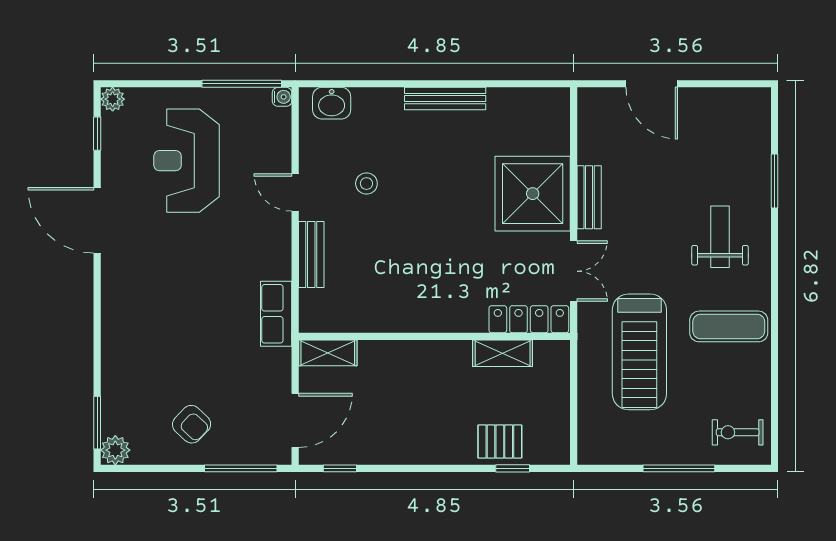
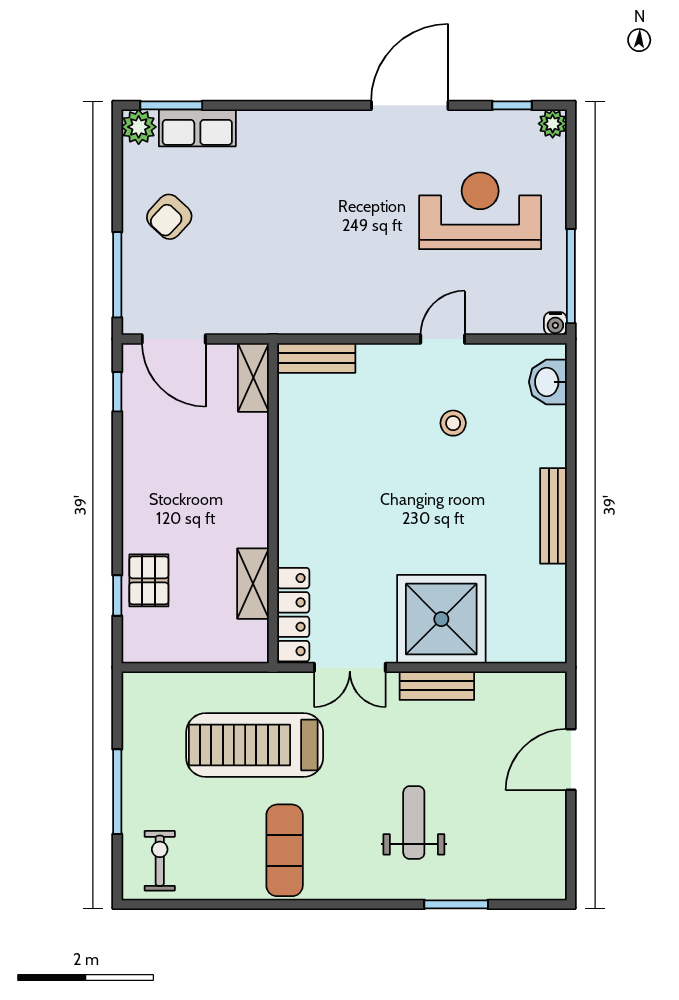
weight bench: (720, 237) -> (414, 823), moved, turned -90
bench: (311, 254) -> (316, 358), moved
row of seats: (276, 314) -> (197, 128), moved, turned 180

